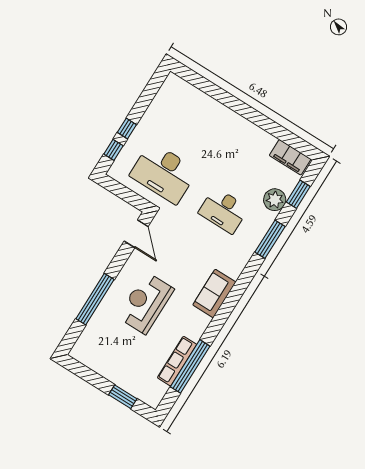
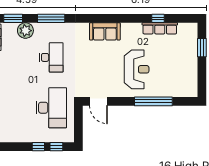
door: (136, 234) -> (98, 101), swing flipped
reception desk: (146, 303) -> (137, 69), turned -90
window: (190, 366) -> (158, 18), width x0.32

